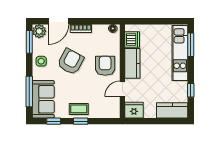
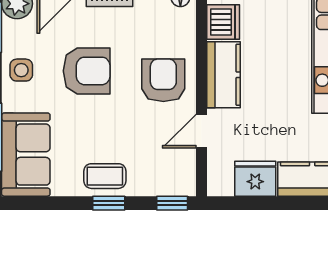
armchair: (71, 62) -> (87, 71), turned 62
fridge: (134, 110) -> (255, 179), moved
window: (54, 121) -> (172, 203), moved

